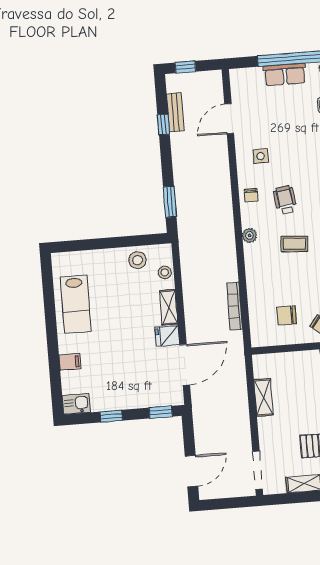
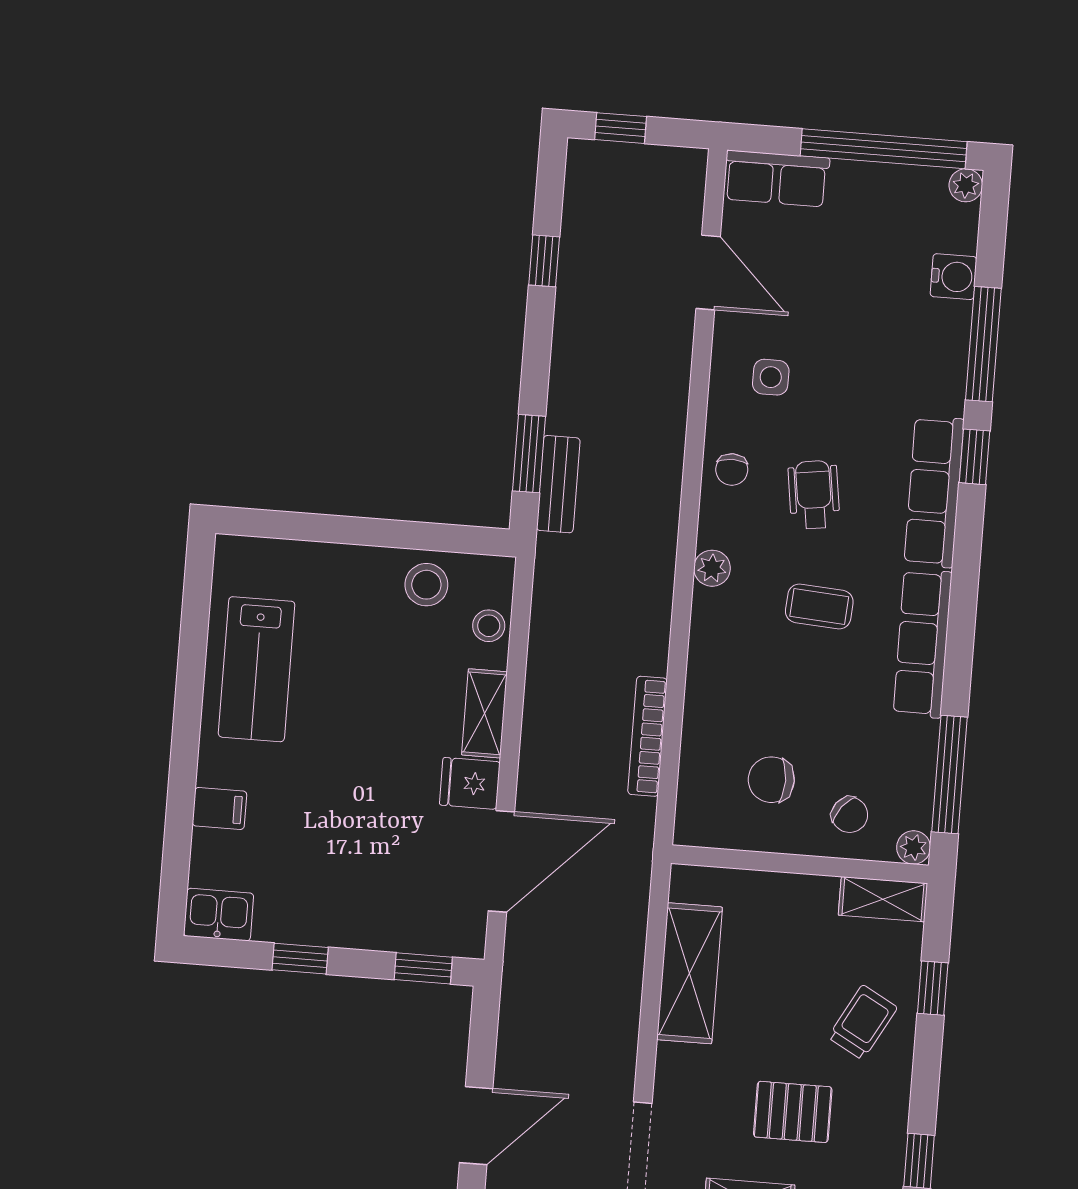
row of seats: (285, 74) -> (776, 179), moved
bench: (175, 112) -> (558, 484), moved
door: (229, 119) -> (708, 273), swing flipped
shelving: (264, 397) -> (690, 973), width x1.50, depth x1.33

